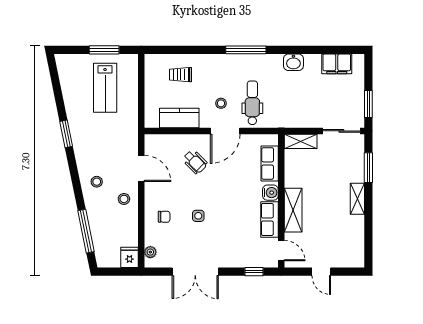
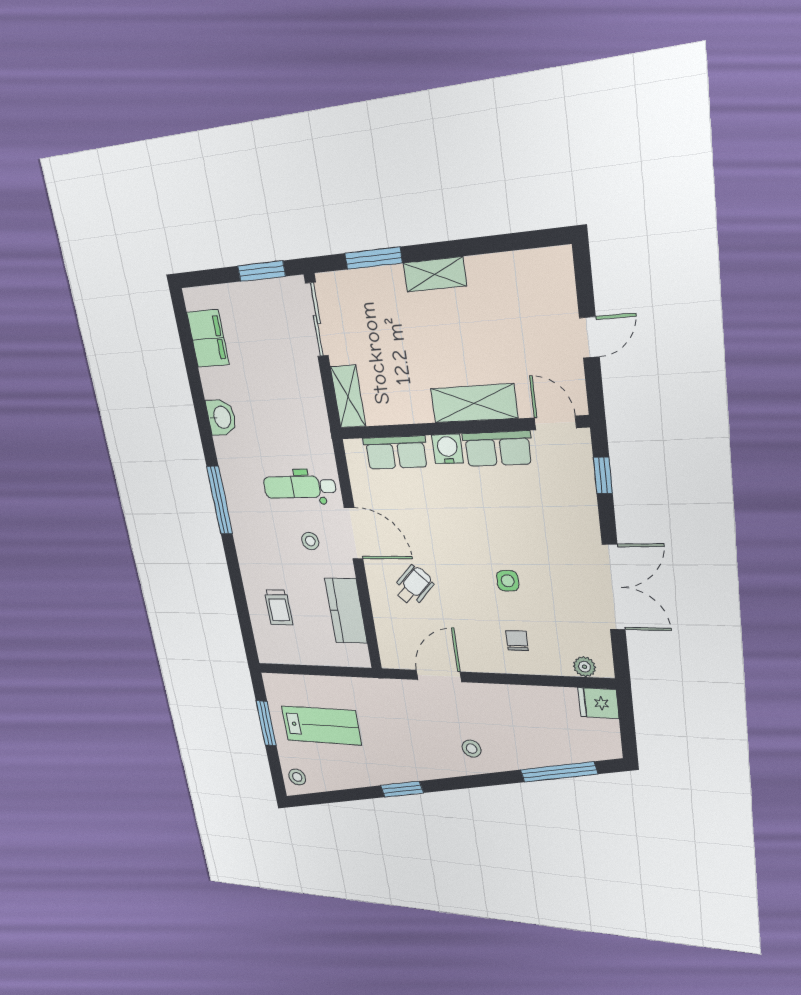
stool: (124, 199) -> (297, 777), moved
door: (281, 251) -> (555, 423), hinge flipped

